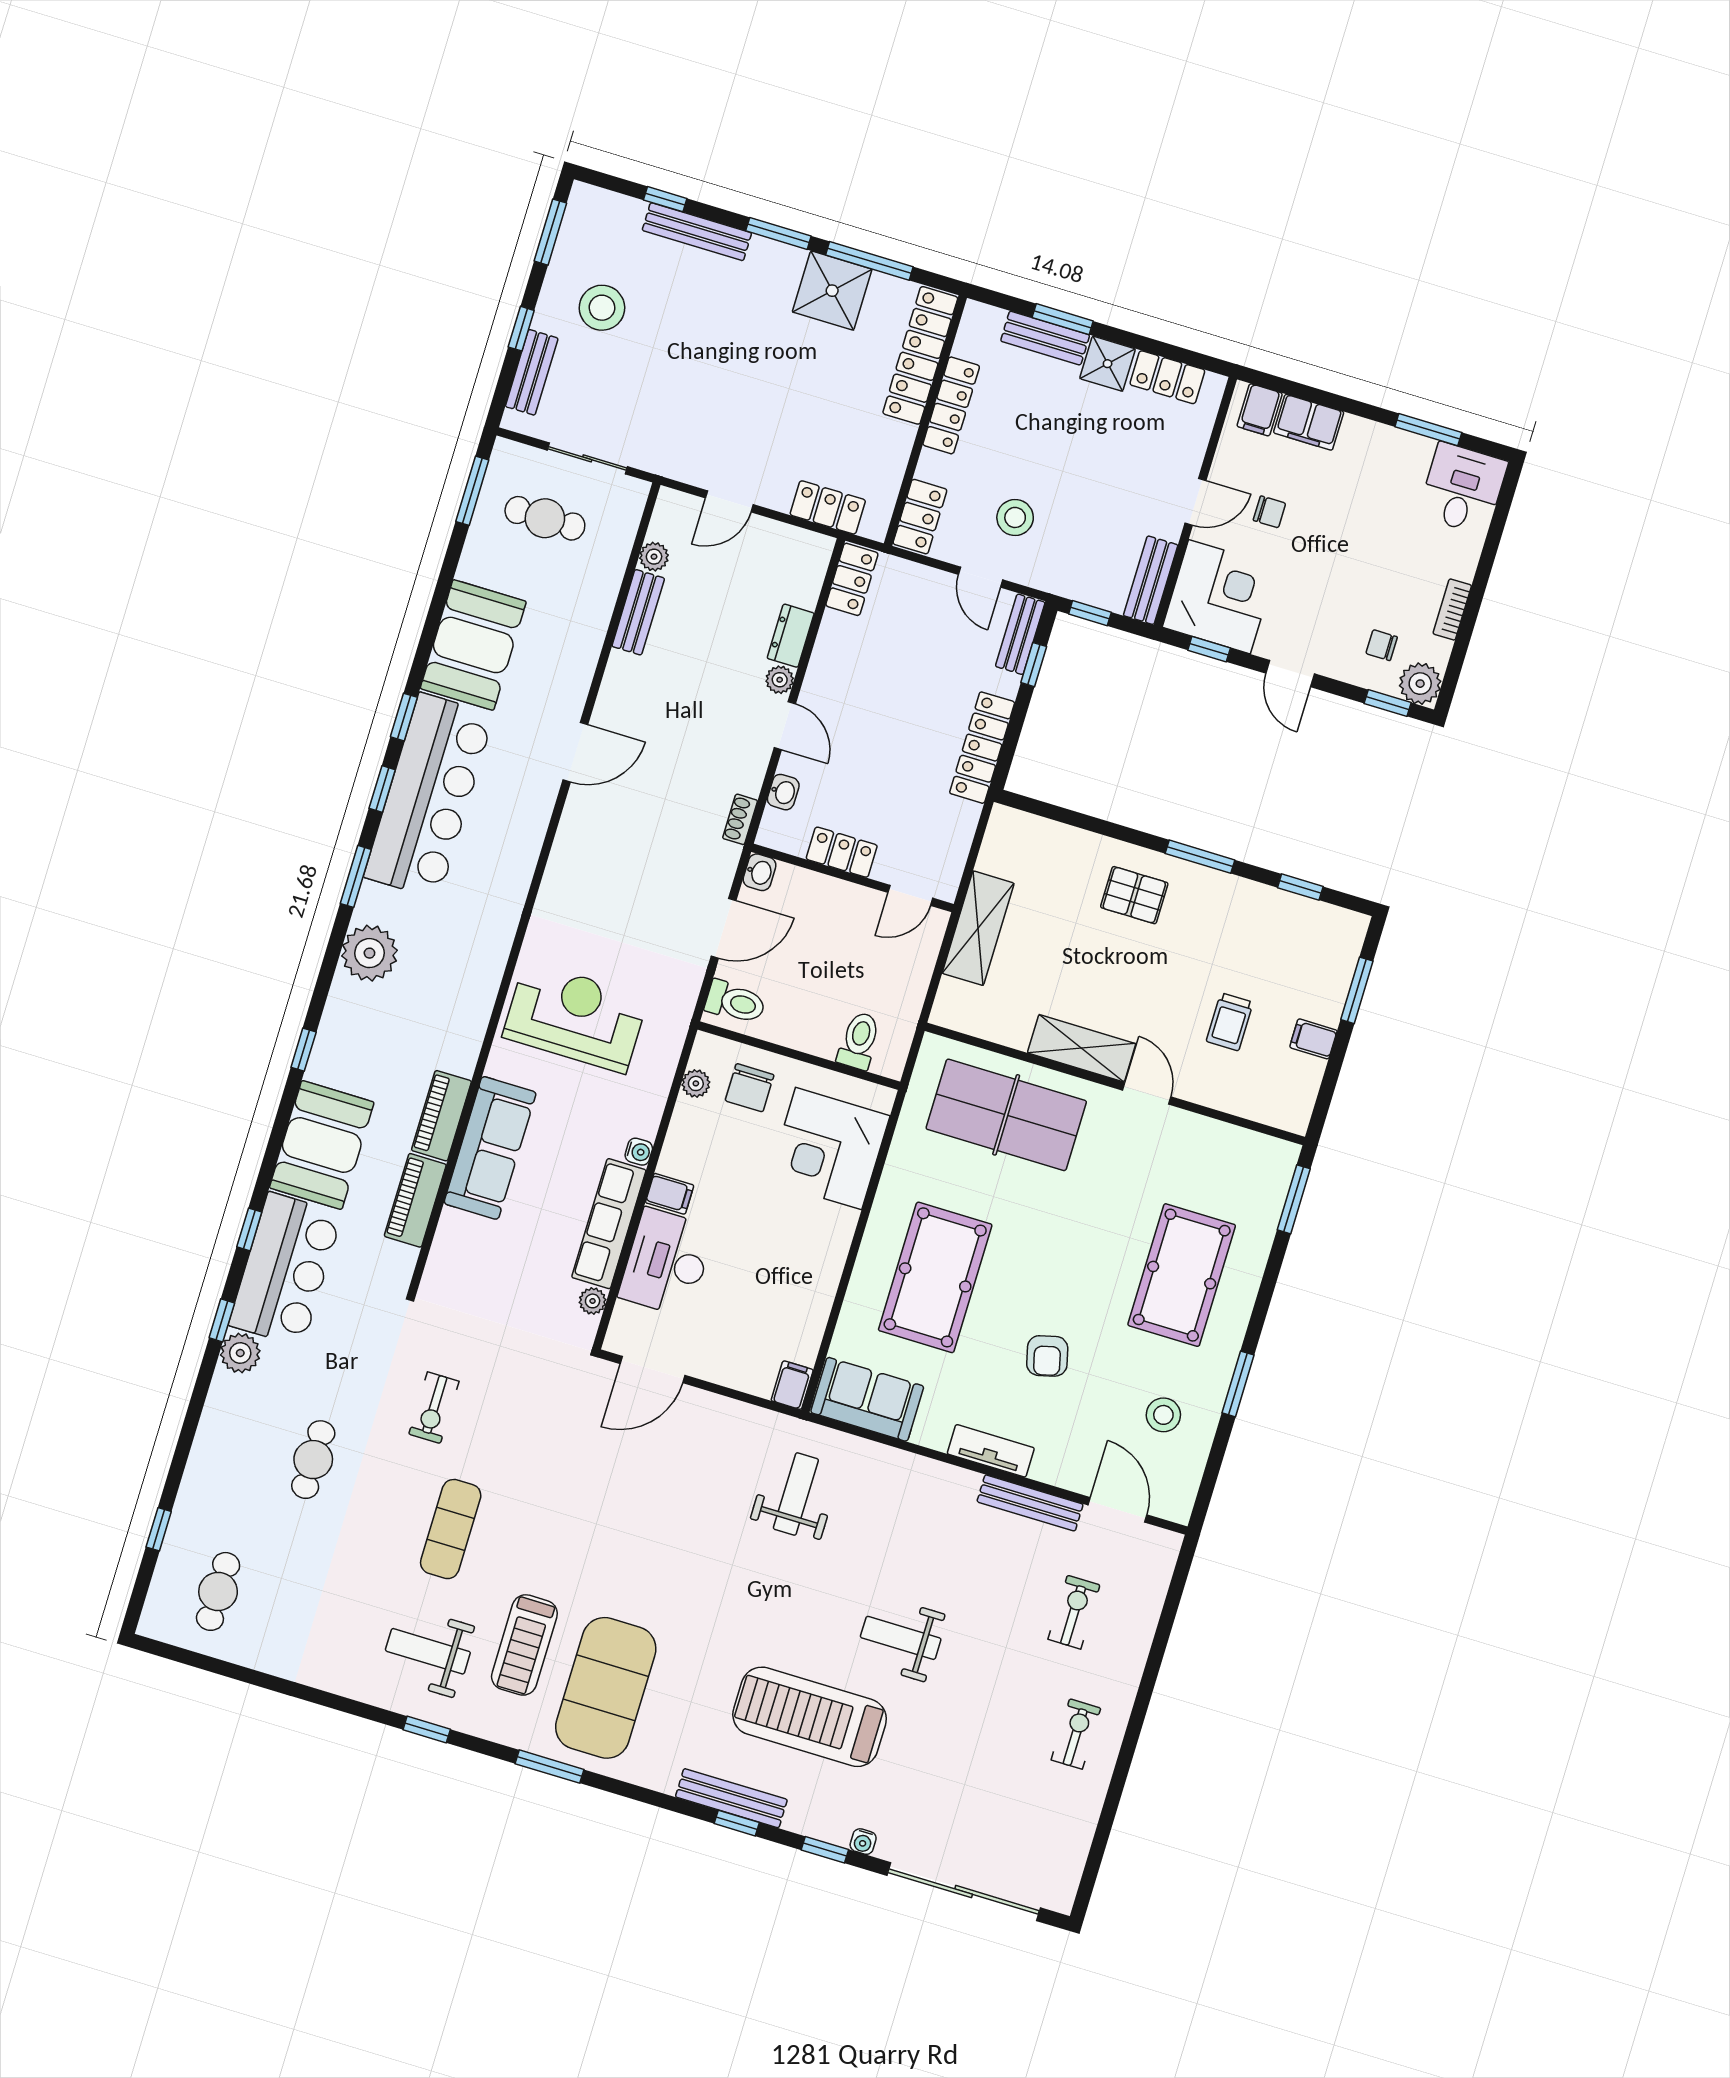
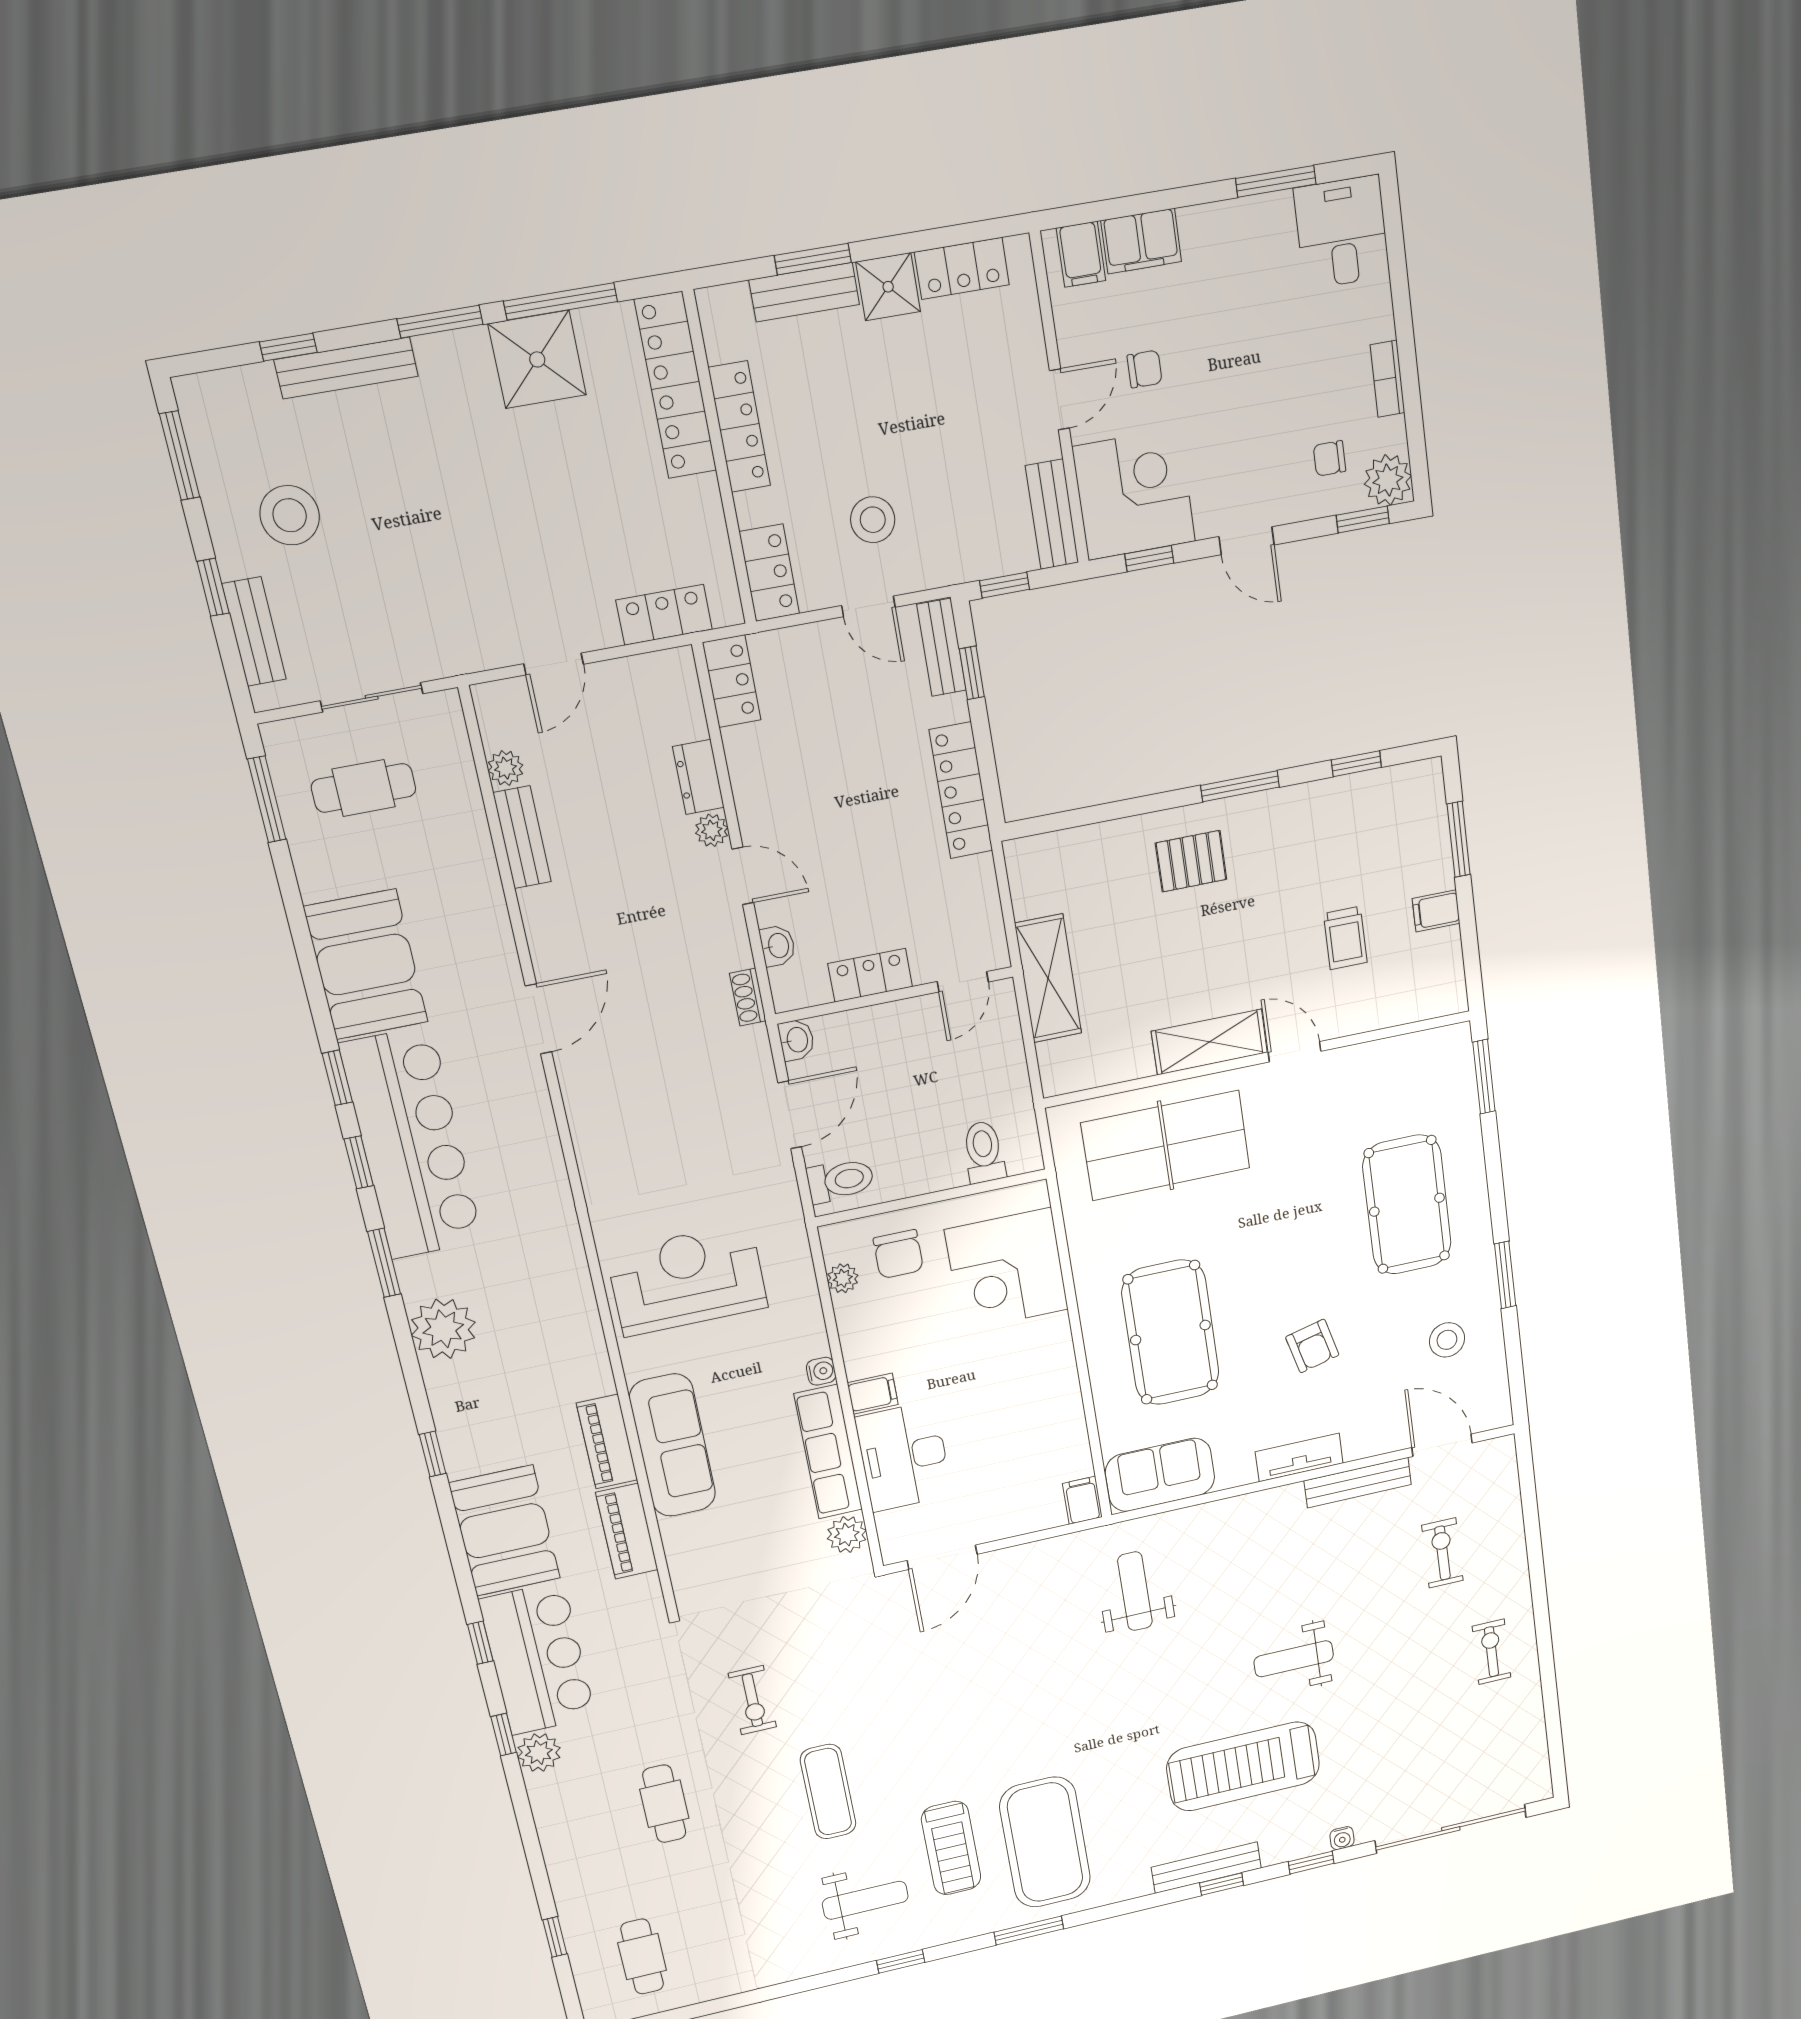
plant: (593, 1301) -> (847, 1535), width x1.38, depth x1.38
weight bench: (428, 1651) -> (865, 1900), turned 180

